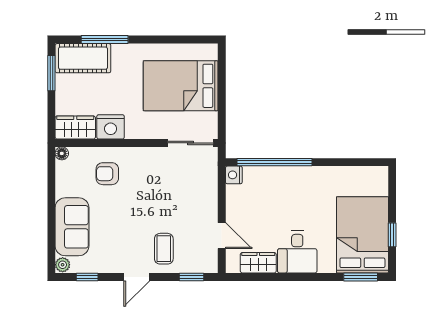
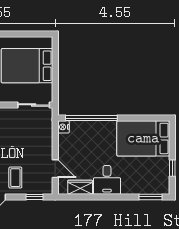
bed: (362, 235) -> (143, 138), moved, turned -90

